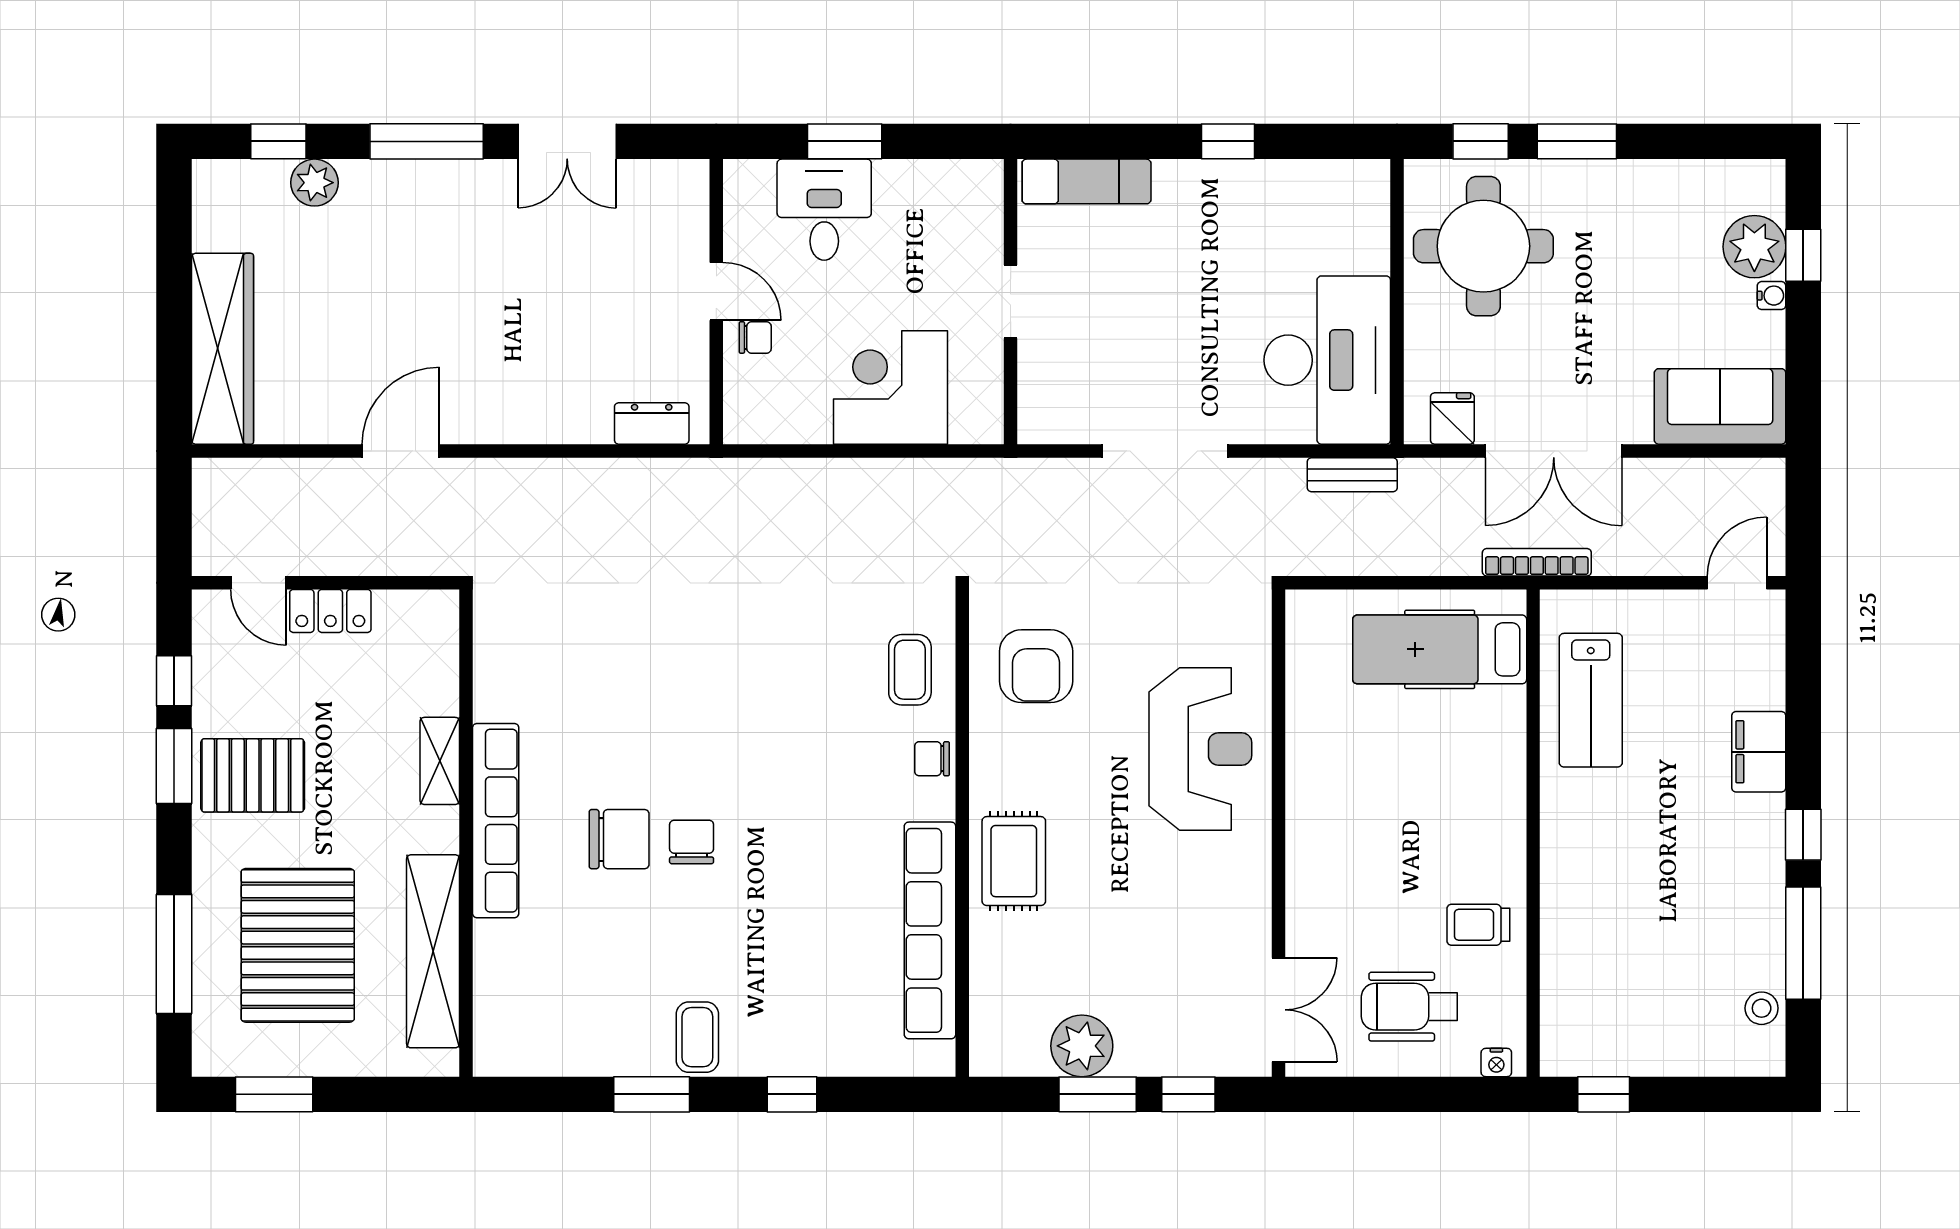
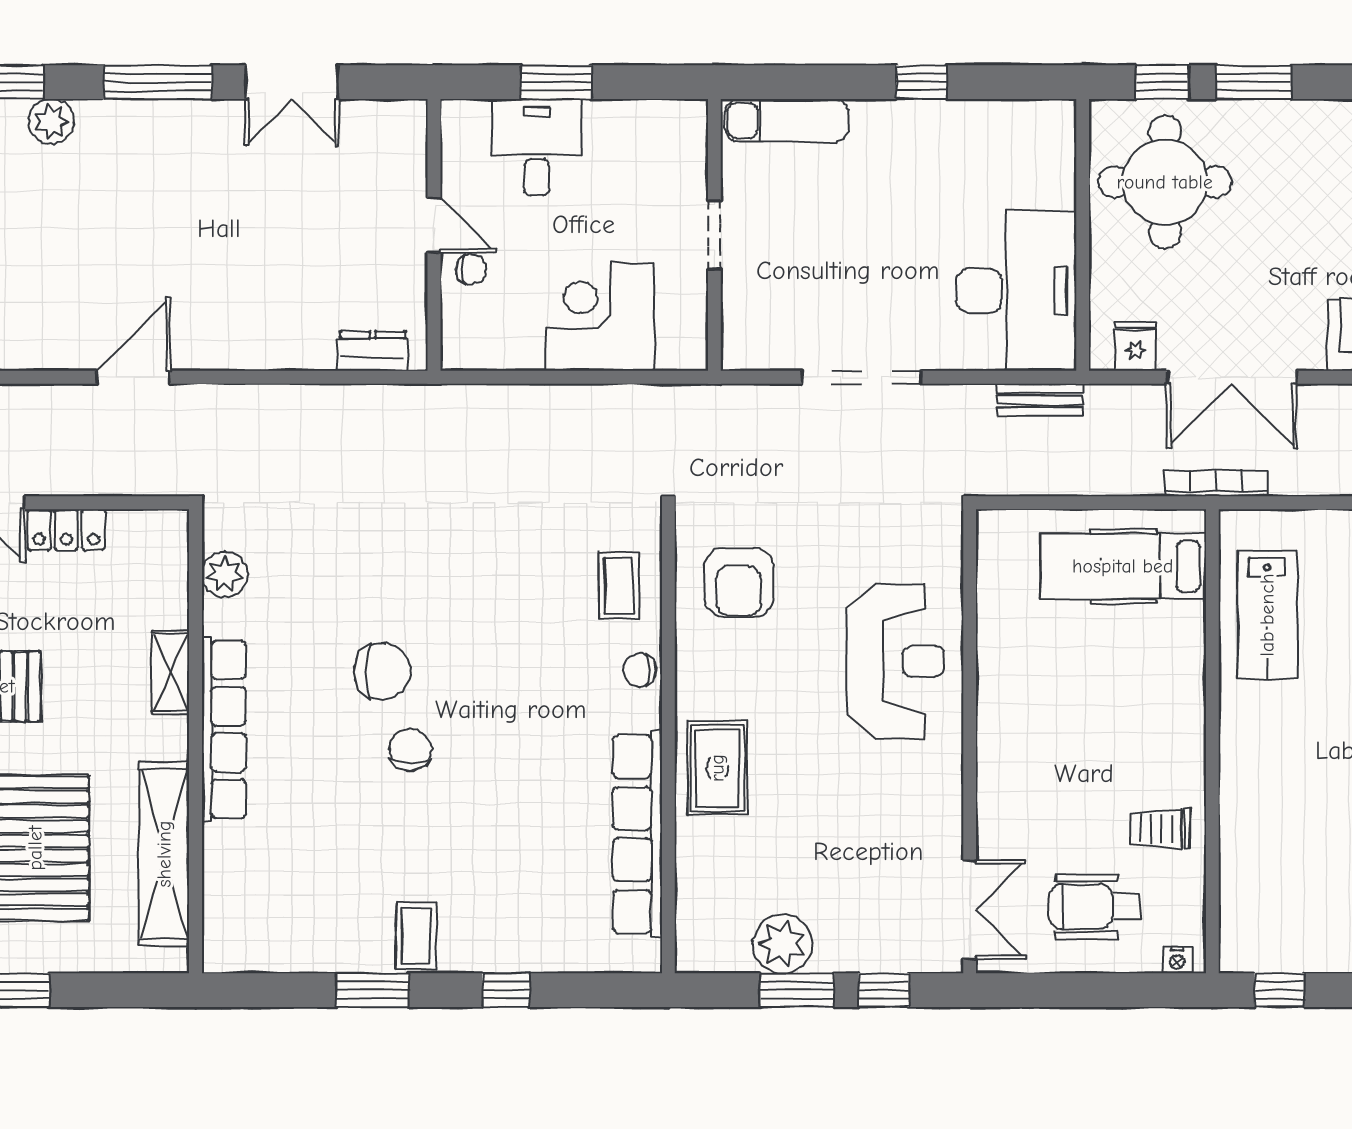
plant: (497, 658) -> (225, 574), added
chair: (619, 839) -> (382, 671), moved

